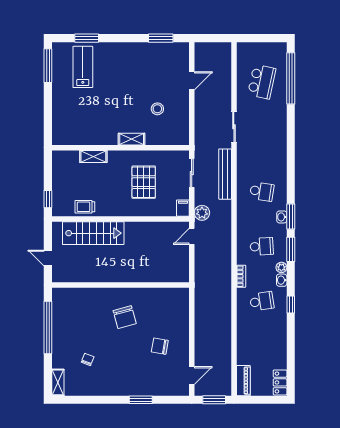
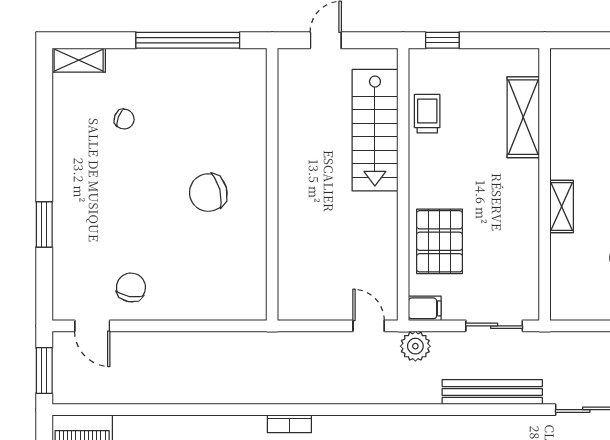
shelving: (93, 156) -> (523, 117), width x1.50, depth x1.33
pallet: (144, 182) -> (440, 241), moved, turned 90
chair: (160, 346) -> (131, 288), moved

